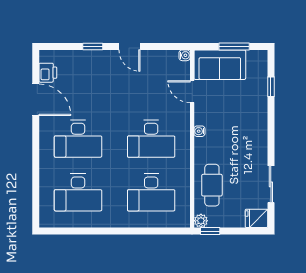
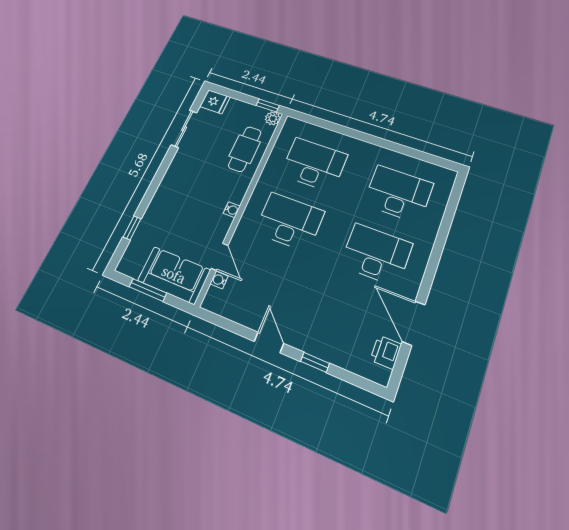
water cooler: (185, 55) -> (219, 280), moved

